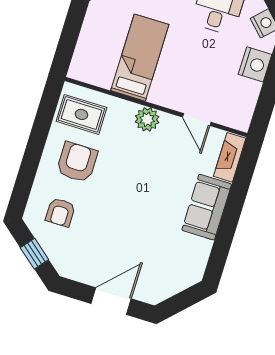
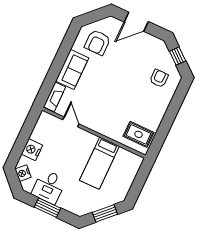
plant: (147, 119) -> (100, 126), removed
armchair: (77, 162) -> (97, 42), moved

